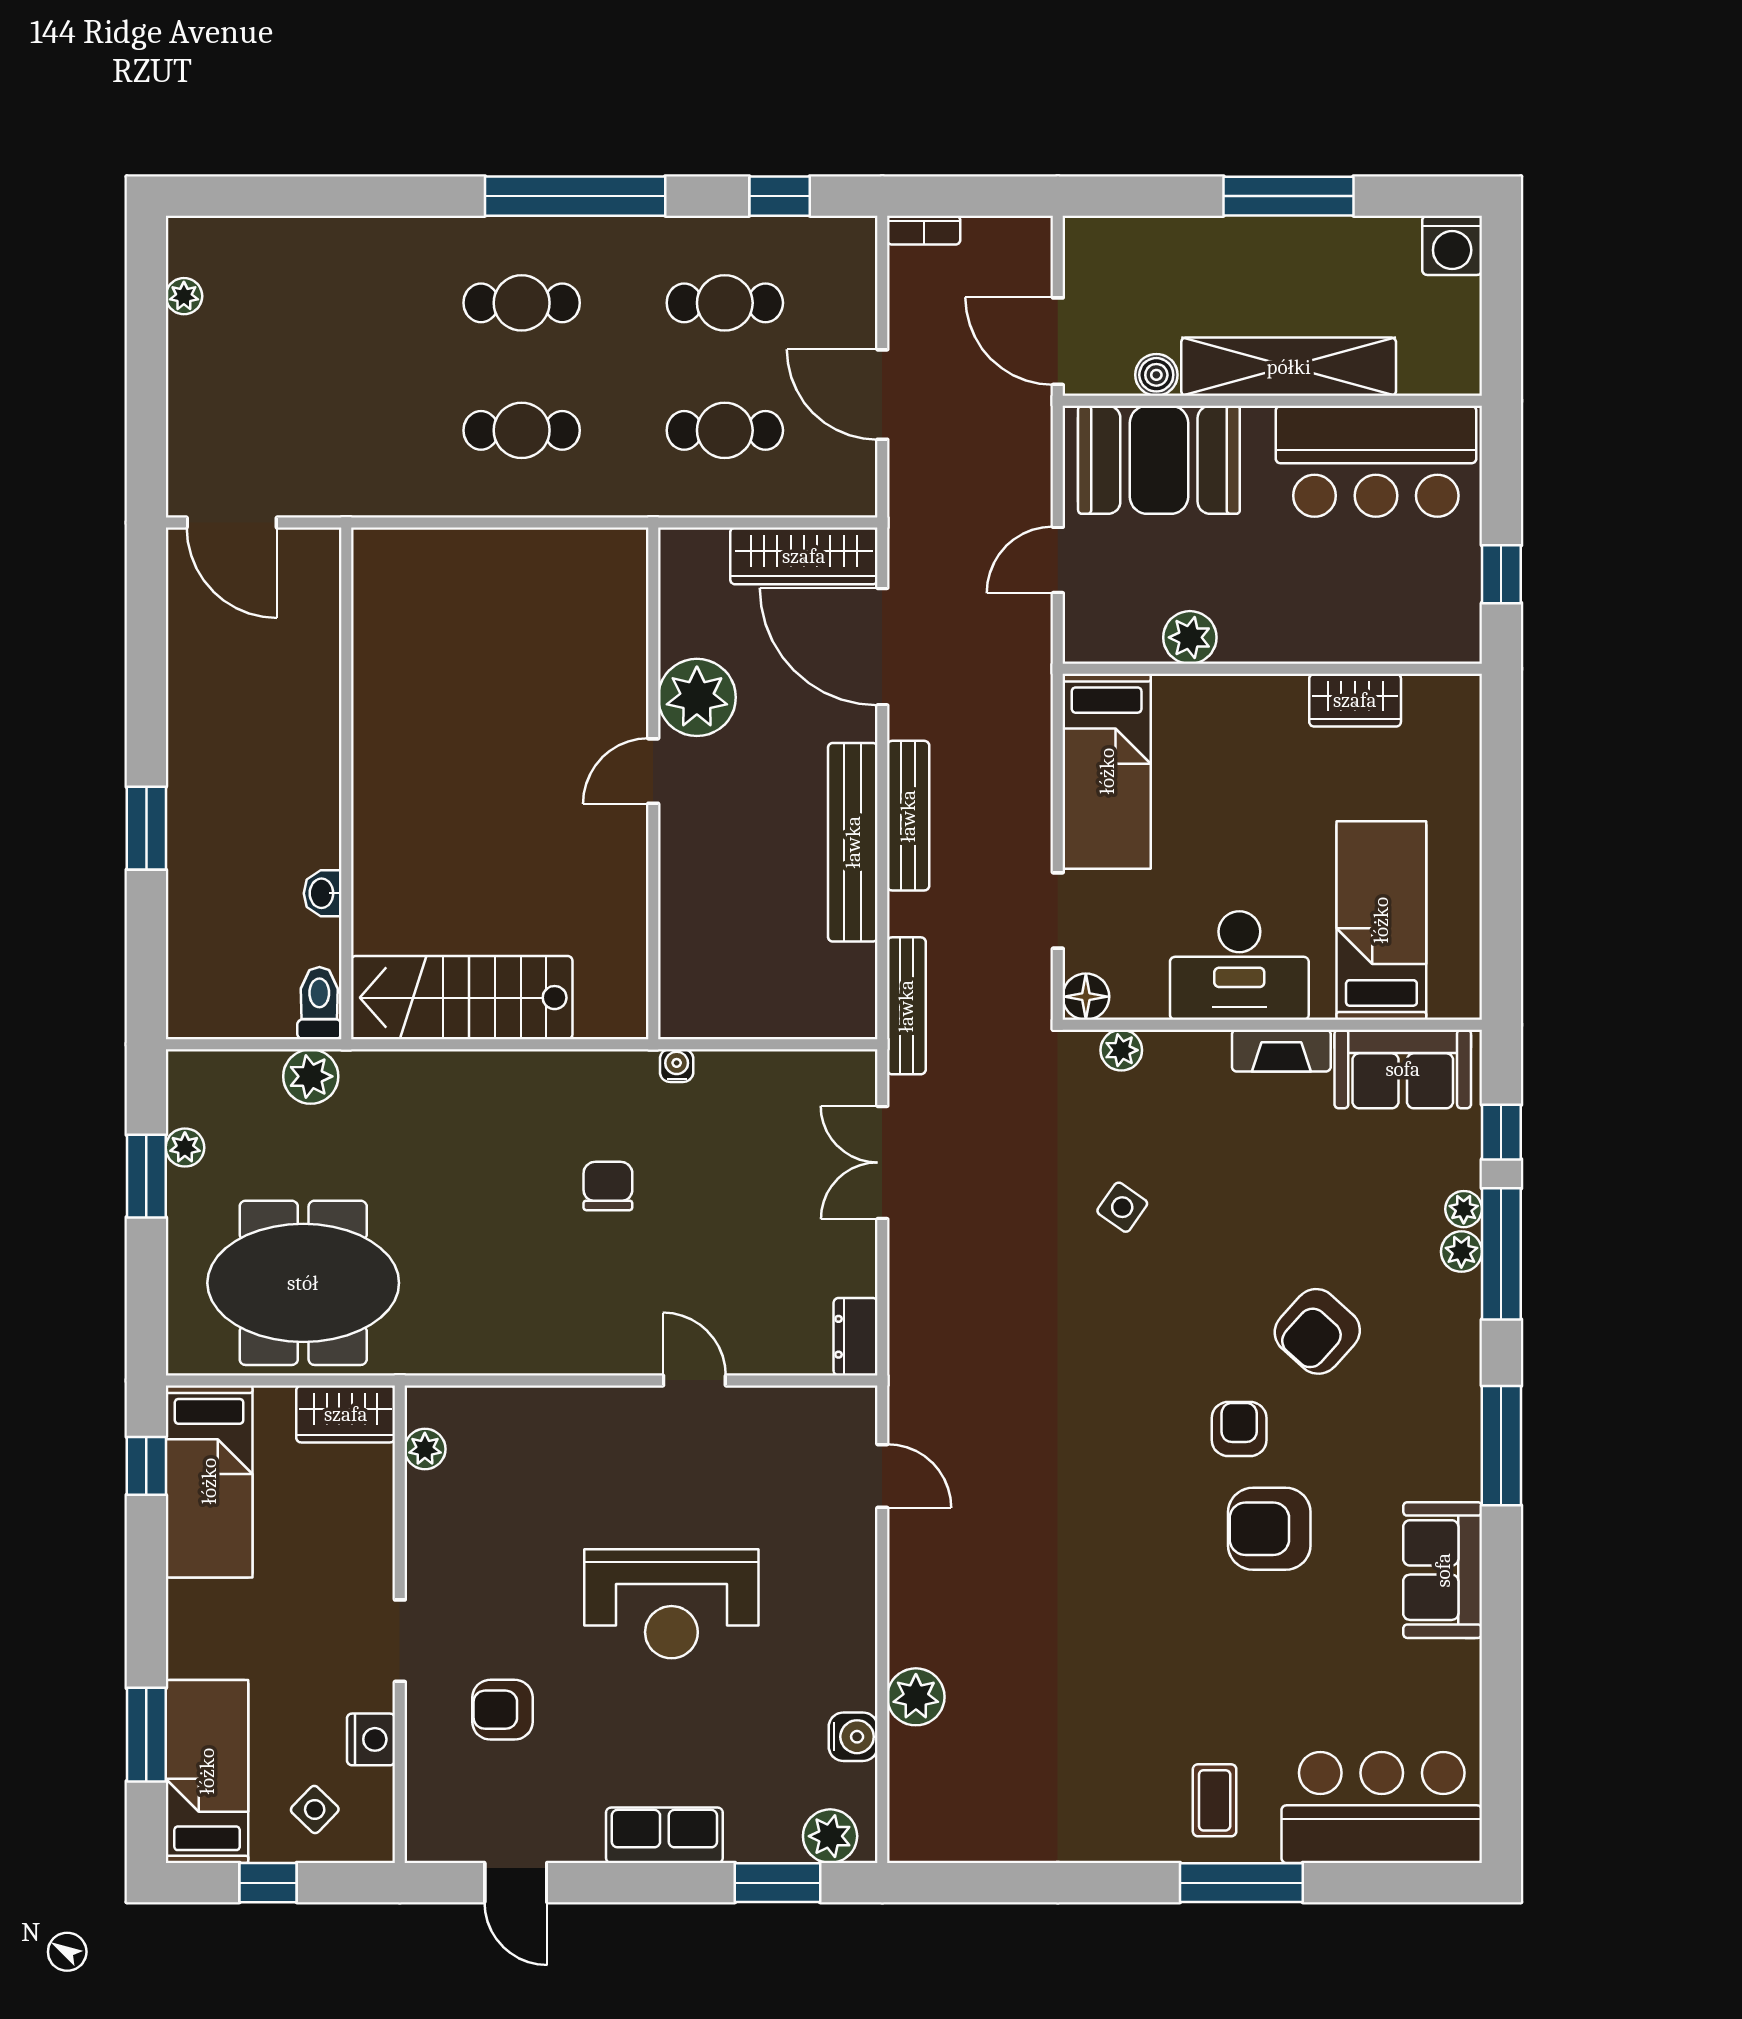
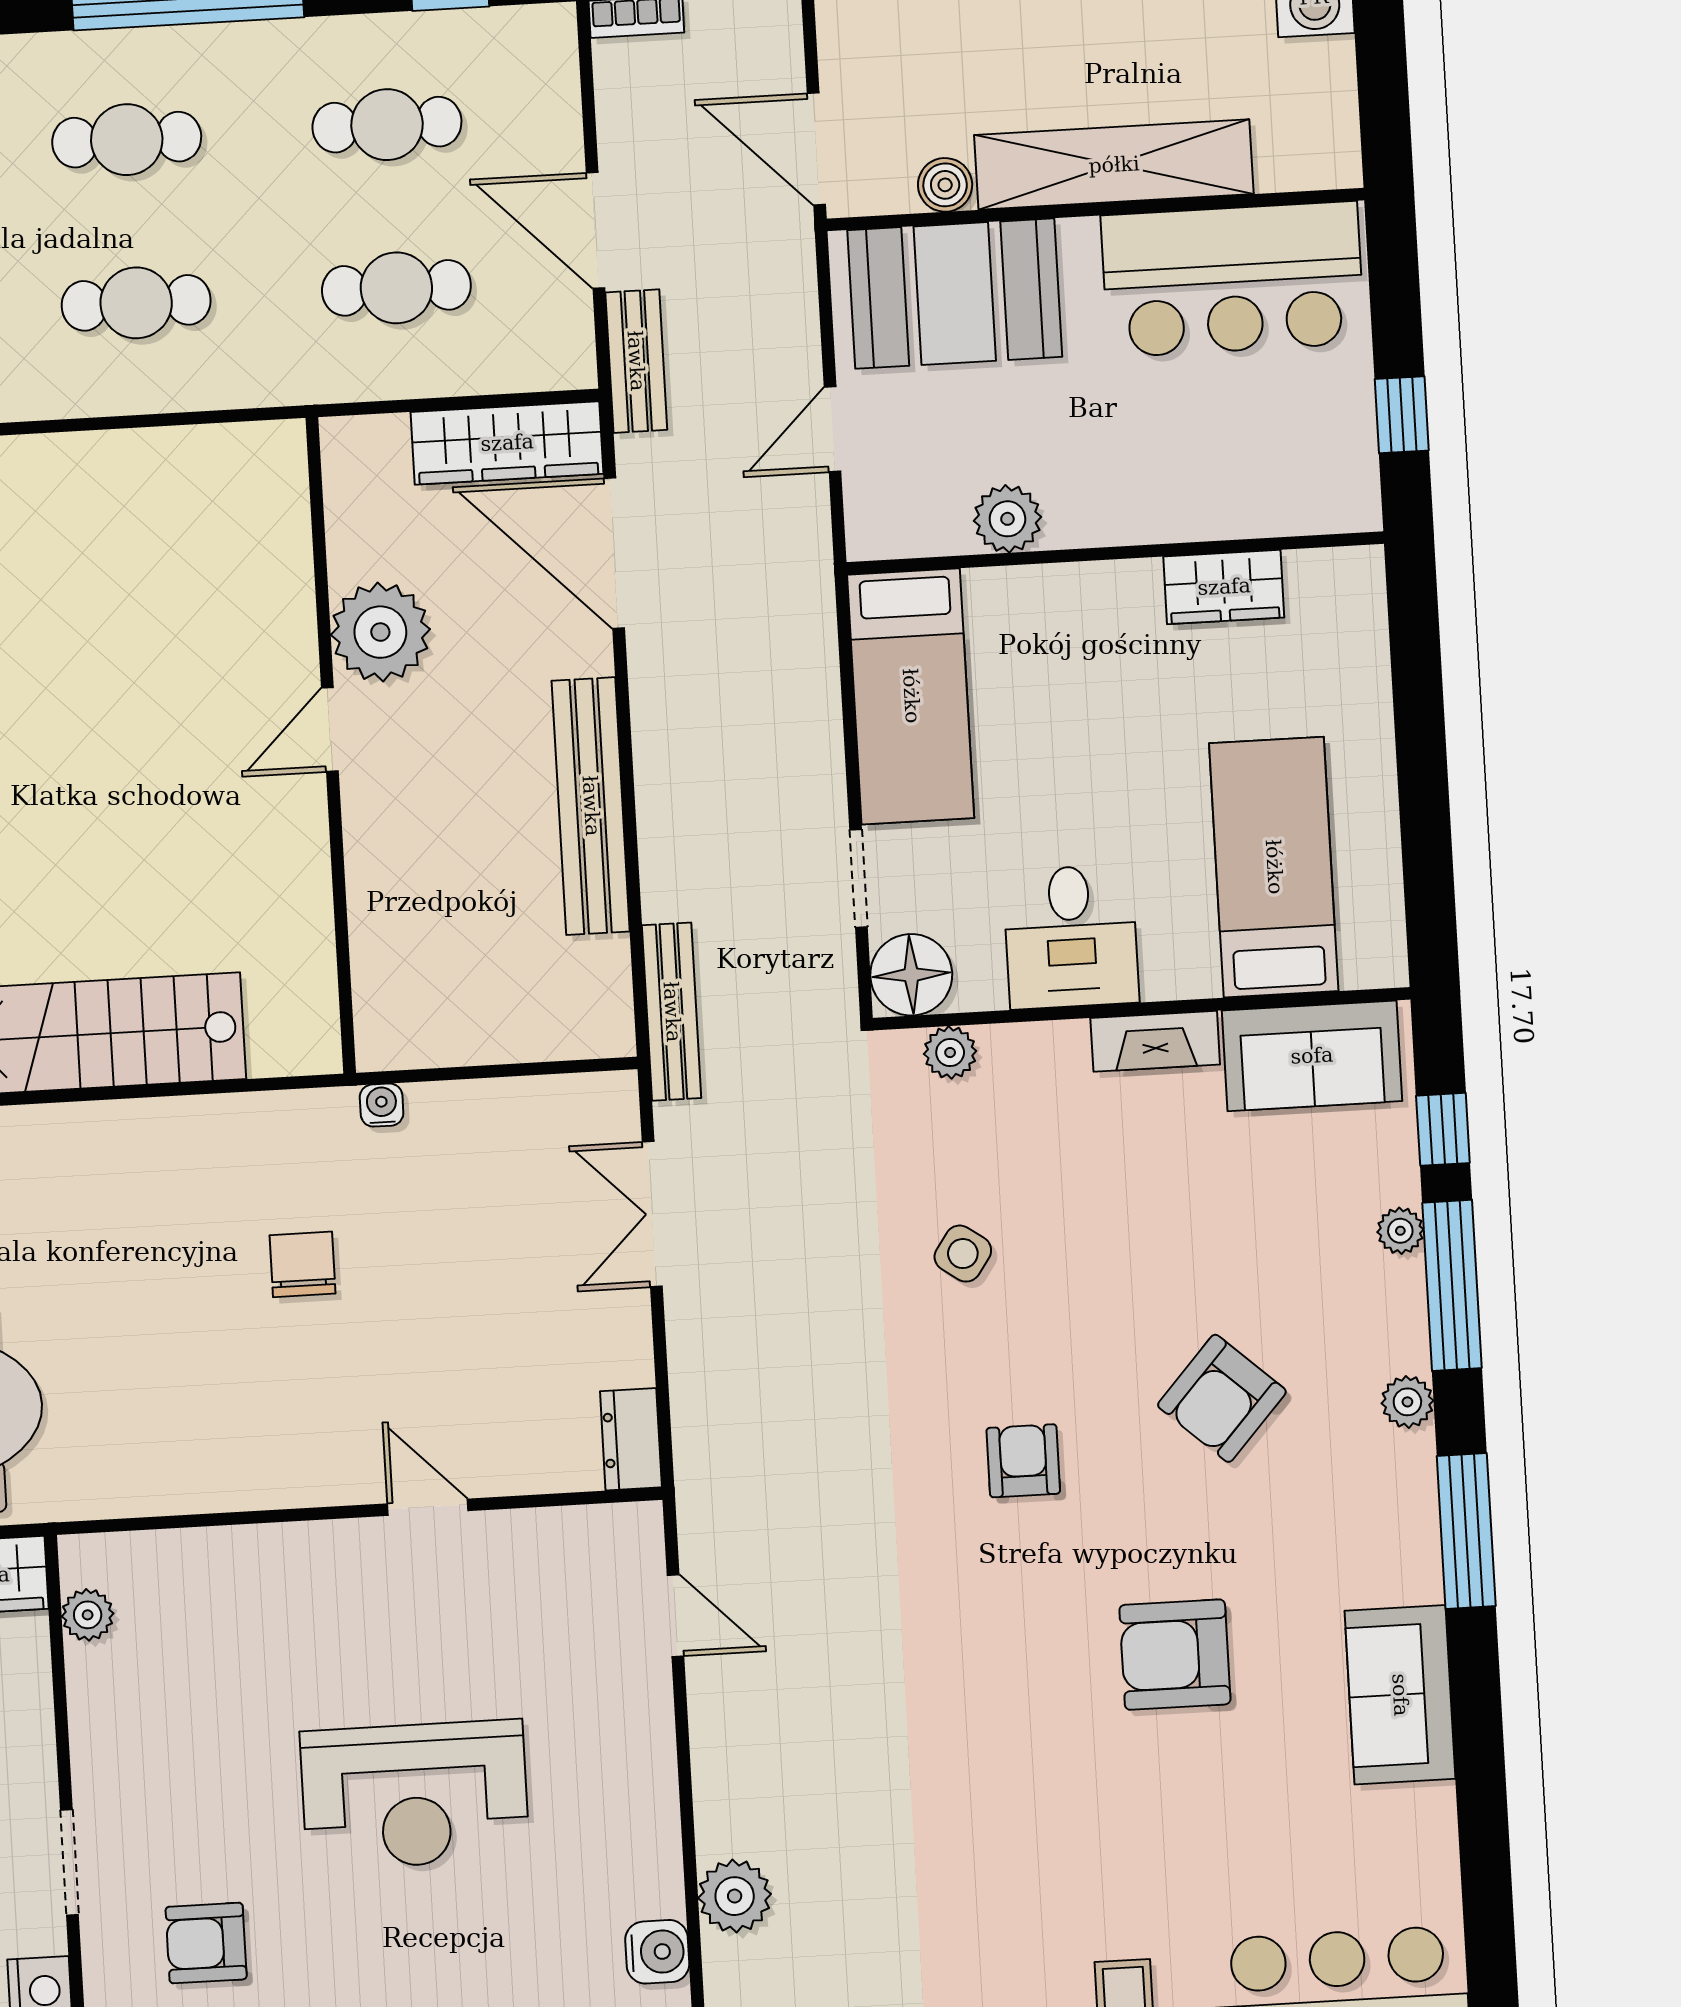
bench: (908, 816) -> (636, 361), moved, width x0.73
desk: (1239, 965) -> (1071, 937), width x0.73
floor lamp: (1086, 997) -> (911, 975), width x1.38, depth x1.38
plant: (1461, 1252) -> (1407, 1402), moved
armchair: (1239, 1429) -> (1023, 1461), moved

